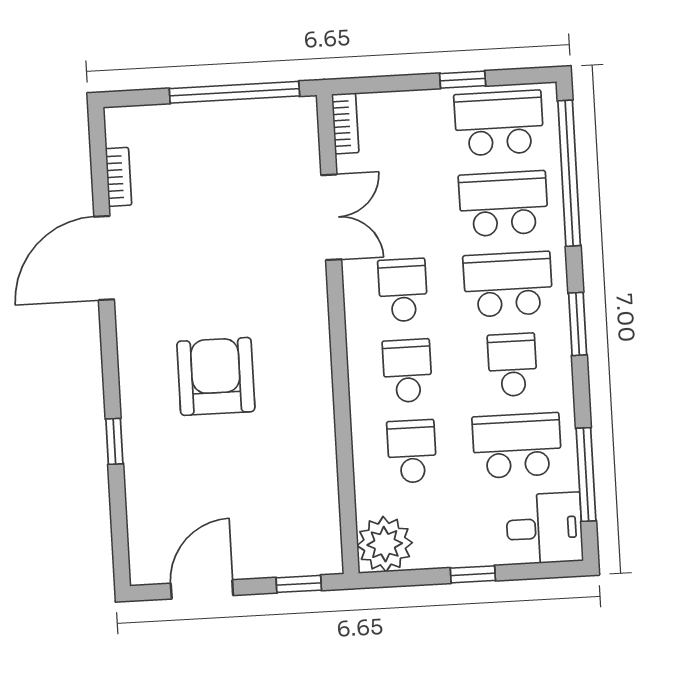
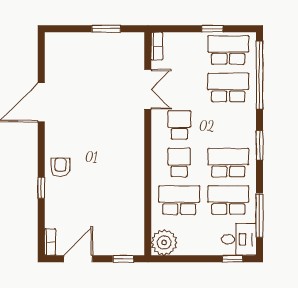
window: (234, 92) -> (106, 29), width x0.47
bookcase: (118, 177) -> (50, 242), moved
school desk: (508, 284) -> (228, 125), removed
school desk: (512, 365) -> (228, 163), width x1.85
armchair: (216, 376) -> (60, 167), moved, width x0.53, depth x0.53
school desk: (412, 451) -> (179, 200), width x1.85
window: (473, 574) -> (233, 259), moved

